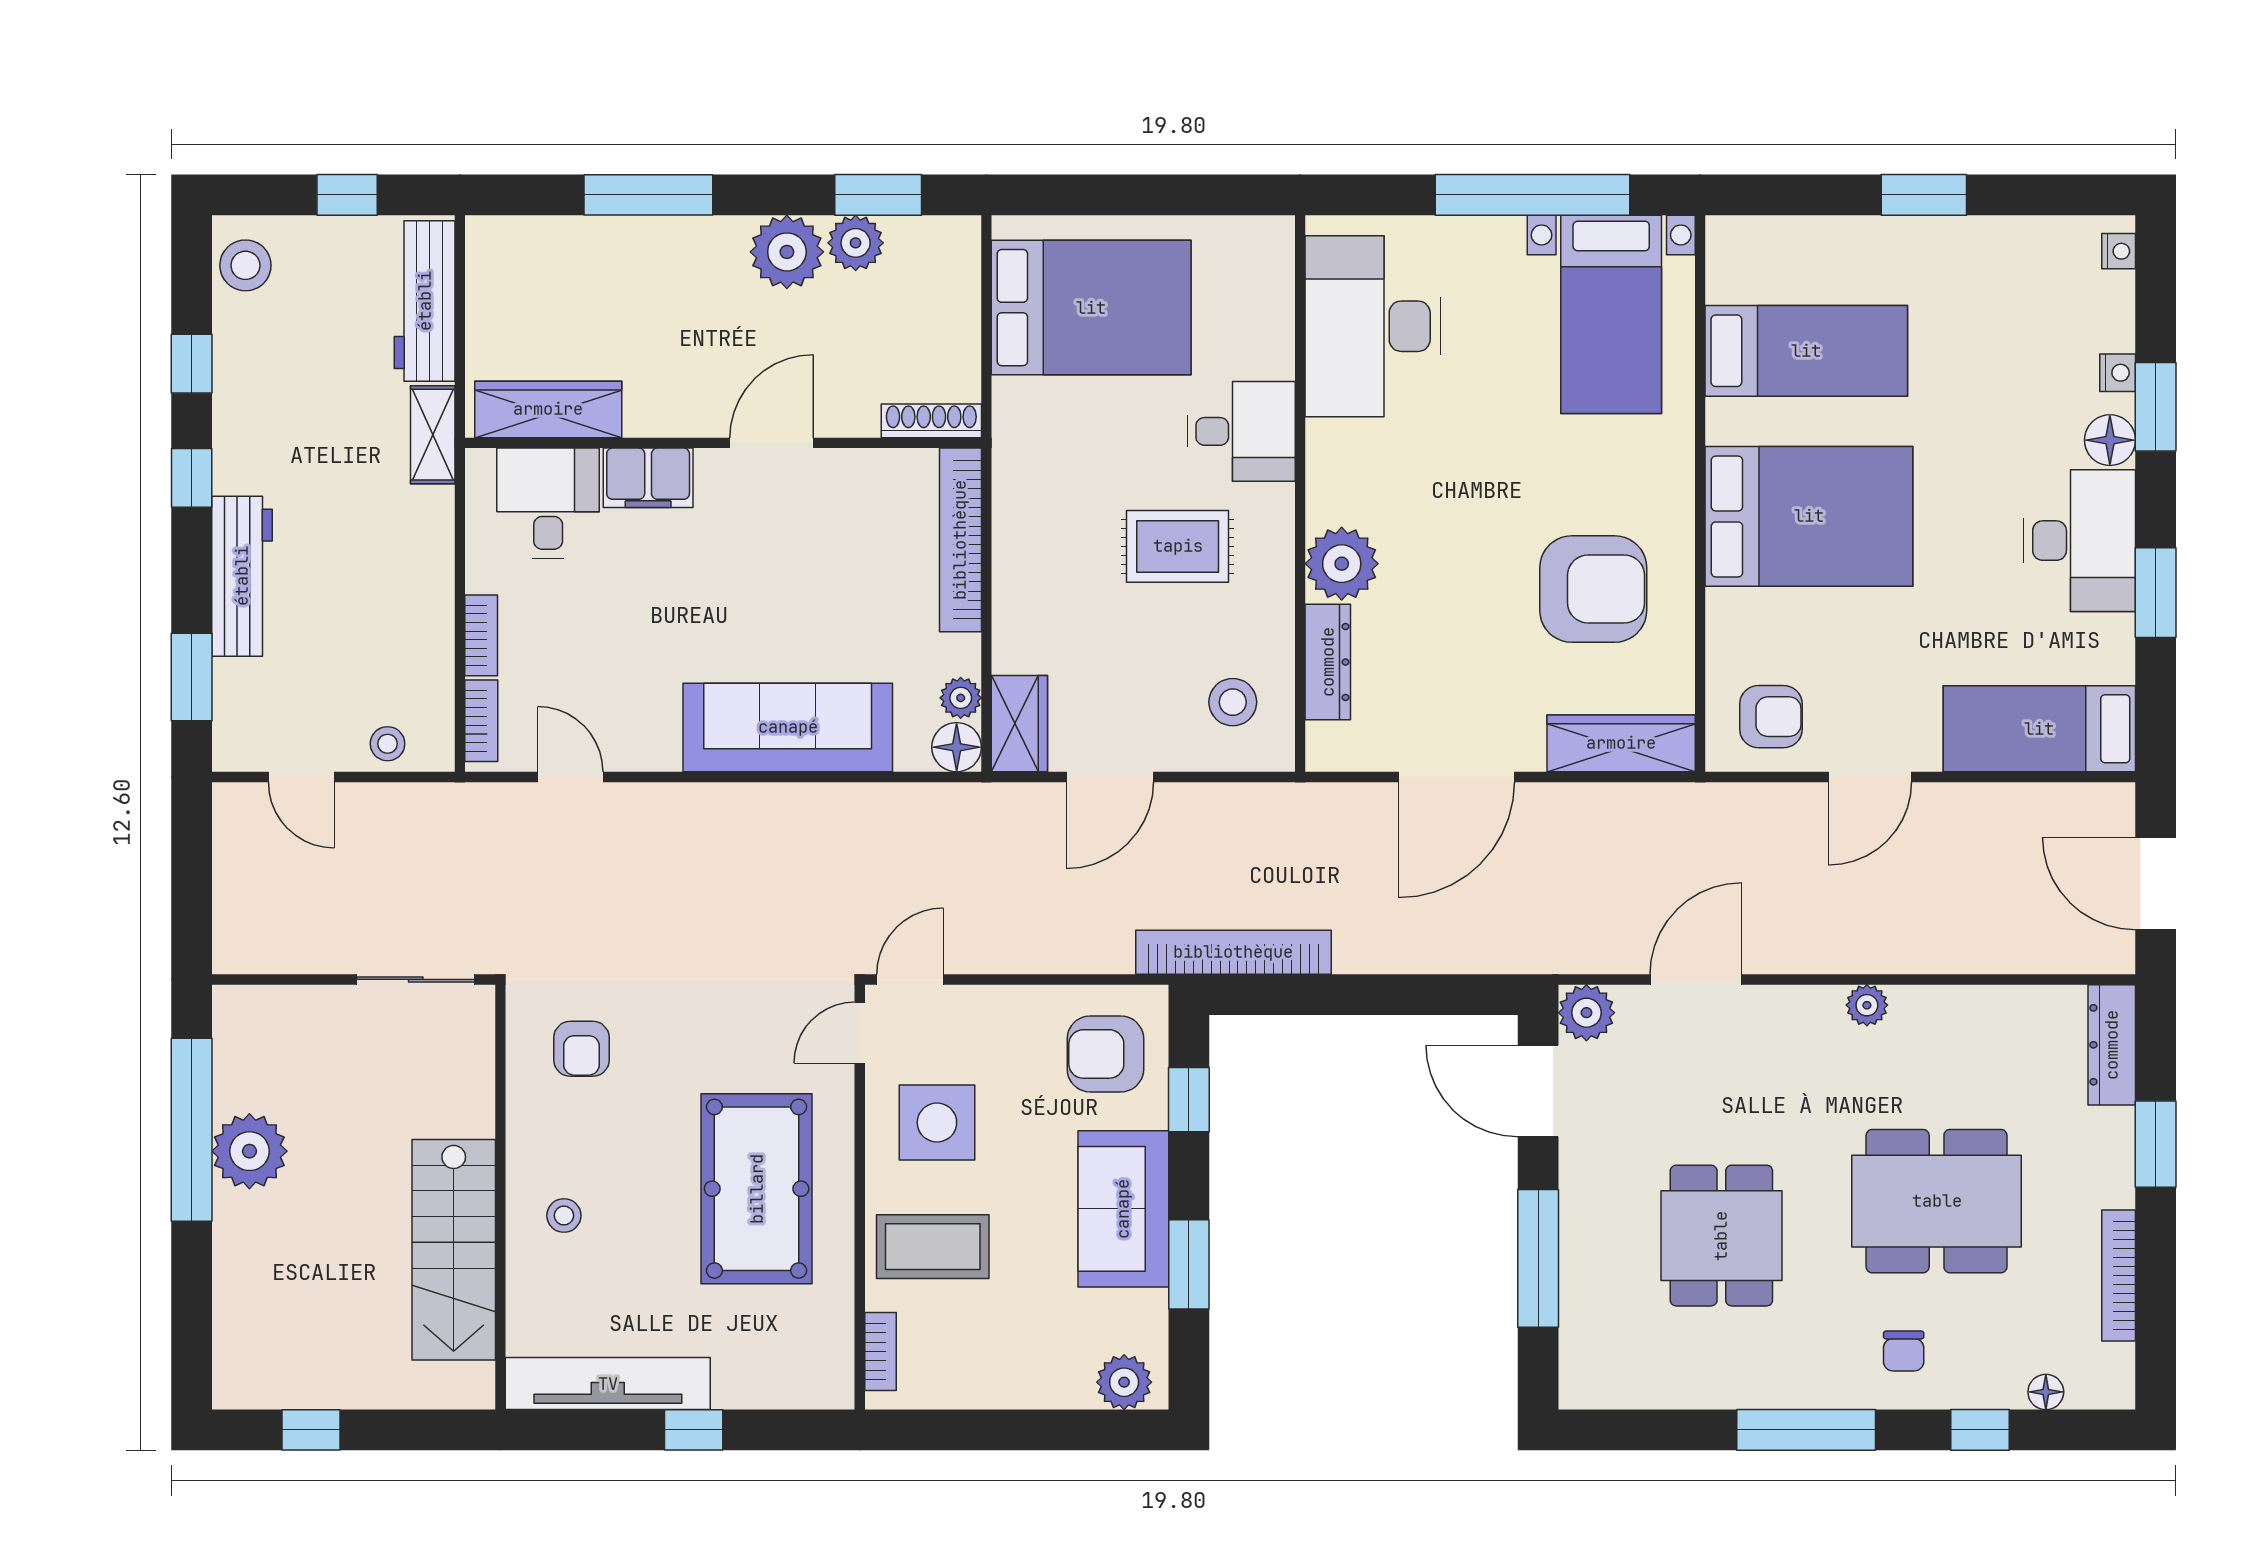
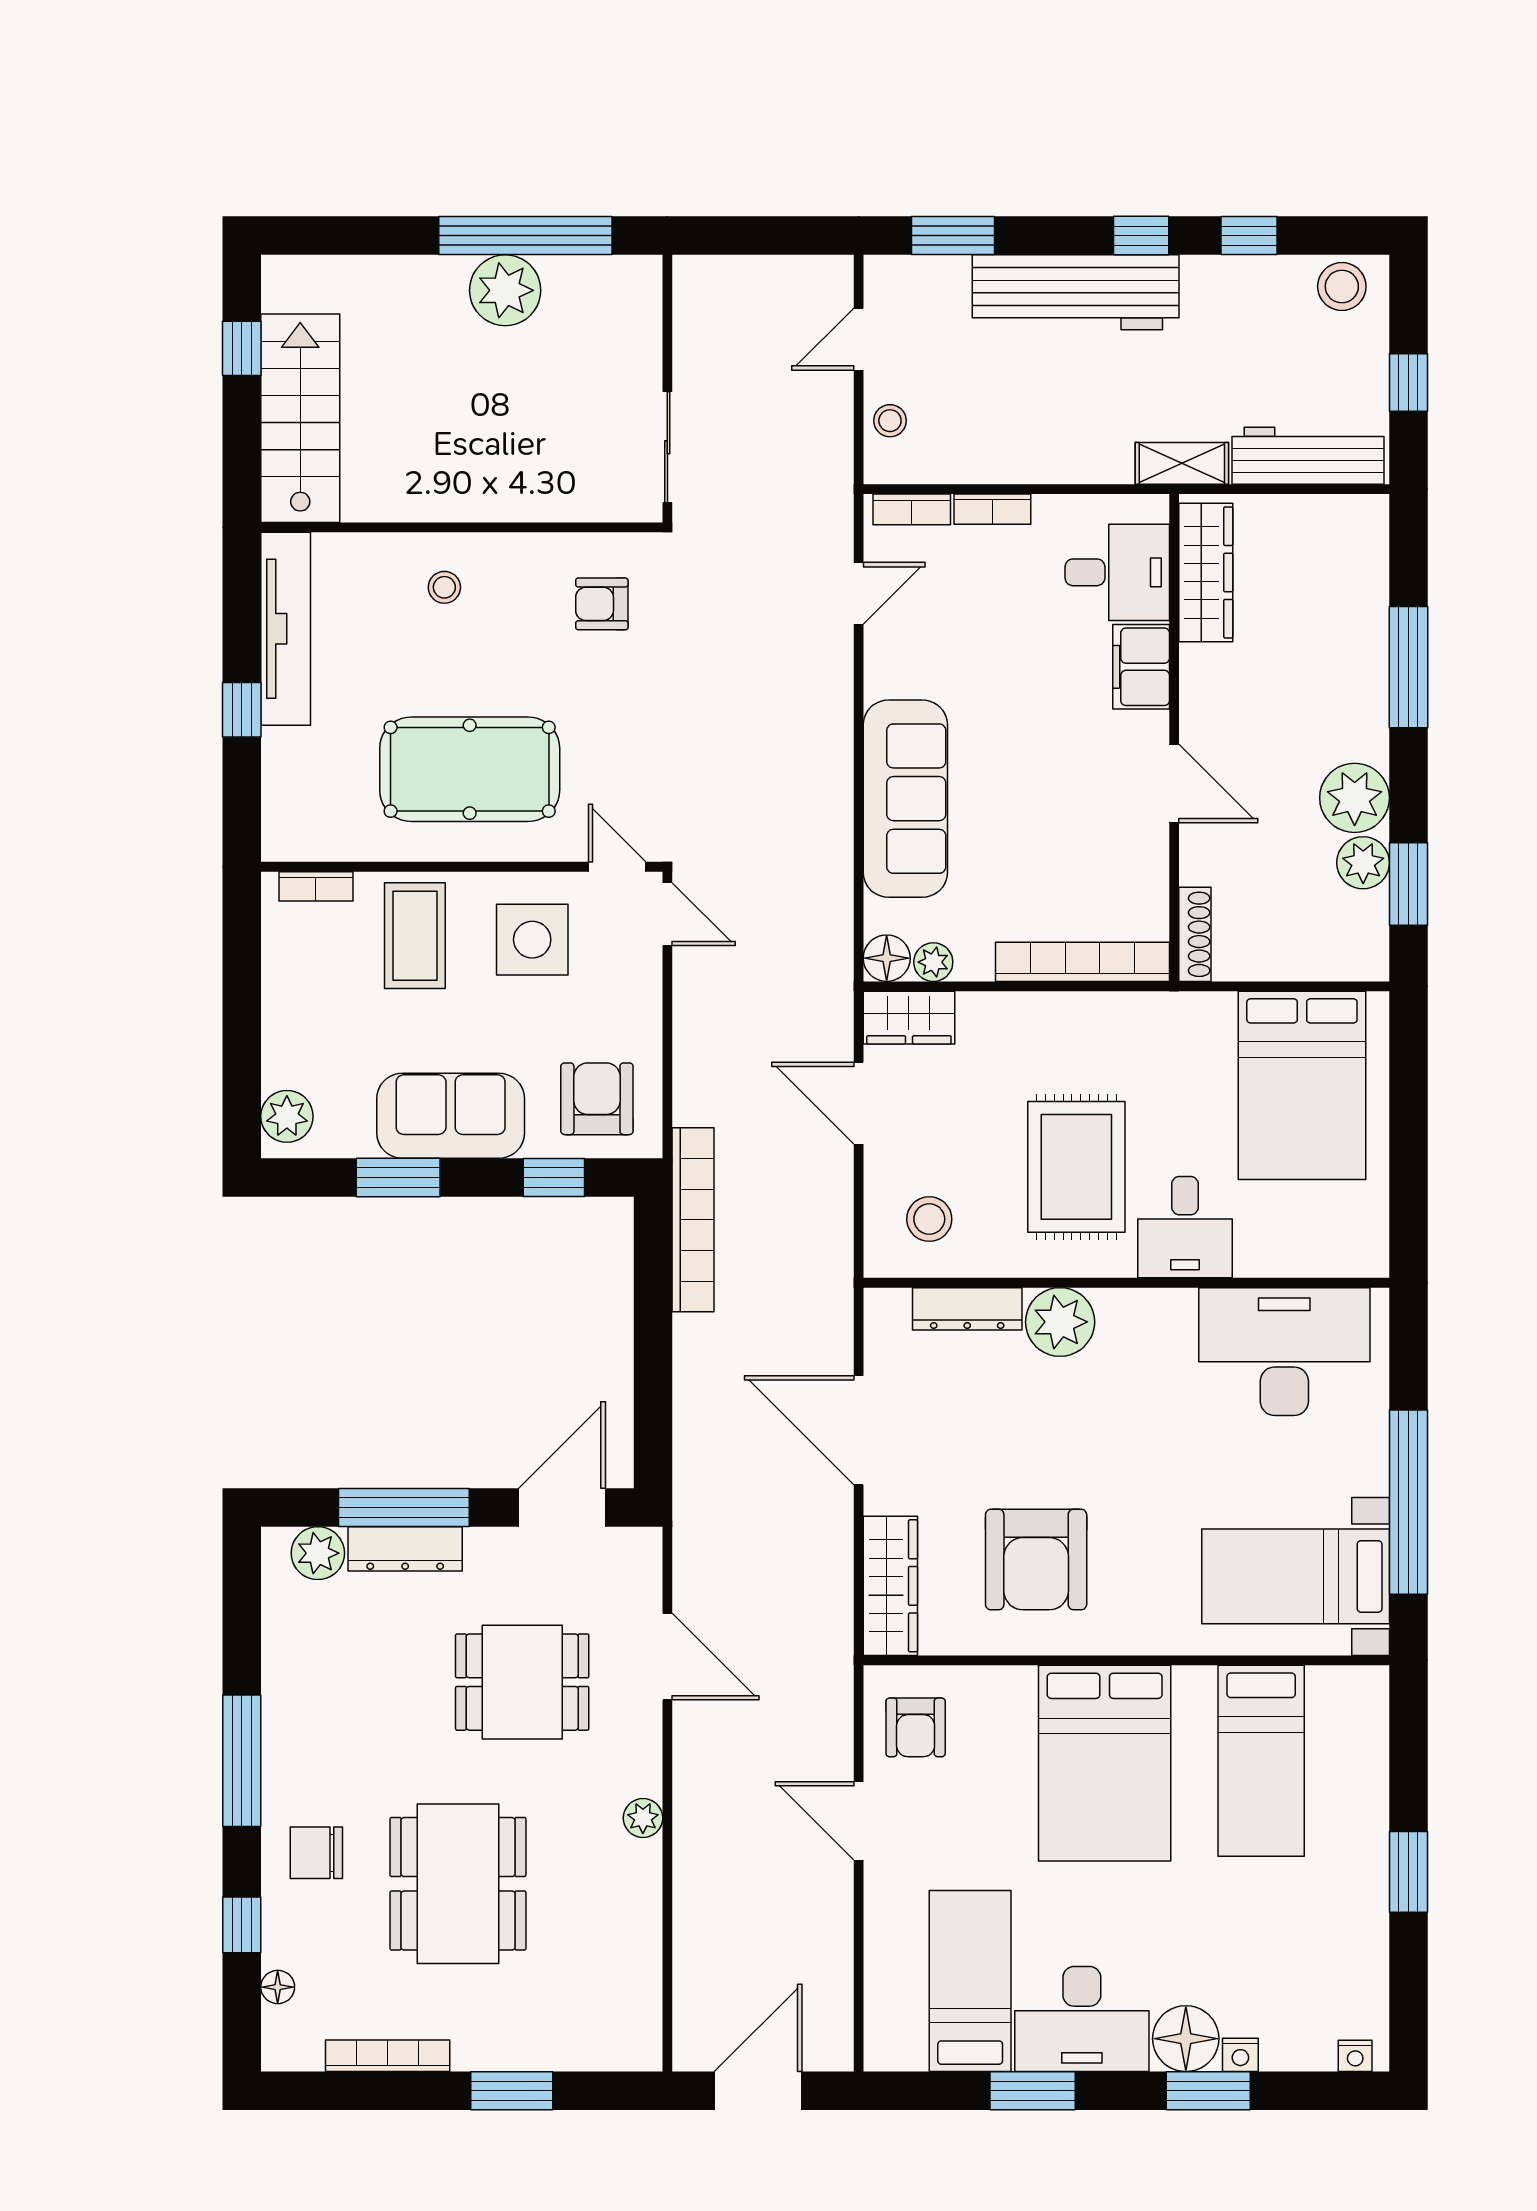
floor lamp: (2110, 440) -> (1186, 2039), width x1.38, depth x1.38
rug: (1178, 546) -> (1076, 1167), width x1.36, depth x1.43
workbench: (242, 576) -> (1076, 292), width x1.36, depth x1.32
bed: (2039, 729) -> (970, 1981), moved
plant: (1586, 1013) -> (318, 1553), moved
dresser: (2112, 1045) -> (405, 1549), moved, turned 180
dining table: (1721, 1236) -> (522, 1682), moved
stairs: (454, 1250) -> (300, 418), moved, turned 90
chair: (1904, 1351) -> (316, 1853), width x1.37, depth x1.37

